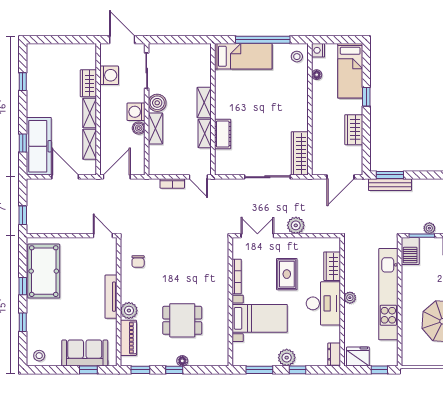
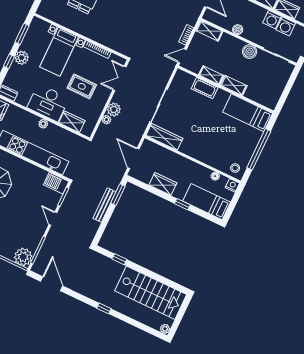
bed: (243, 56) -> (248, 113), moved, turned 90
washing machine: (136, 112) -> (272, 19), moved, turned 180
shelving: (155, 128) -> (209, 31), moved
bench: (390, 185) -> (104, 205), moved
plant: (429, 228) -> (106, 120), moved
double door: (257, 236) -> (119, 78), swing flipped

